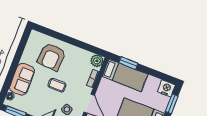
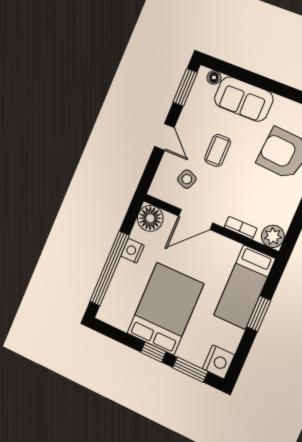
window: (128, 63) -> (259, 314), moved
coffee table: (57, 85) -> (218, 150), moved

